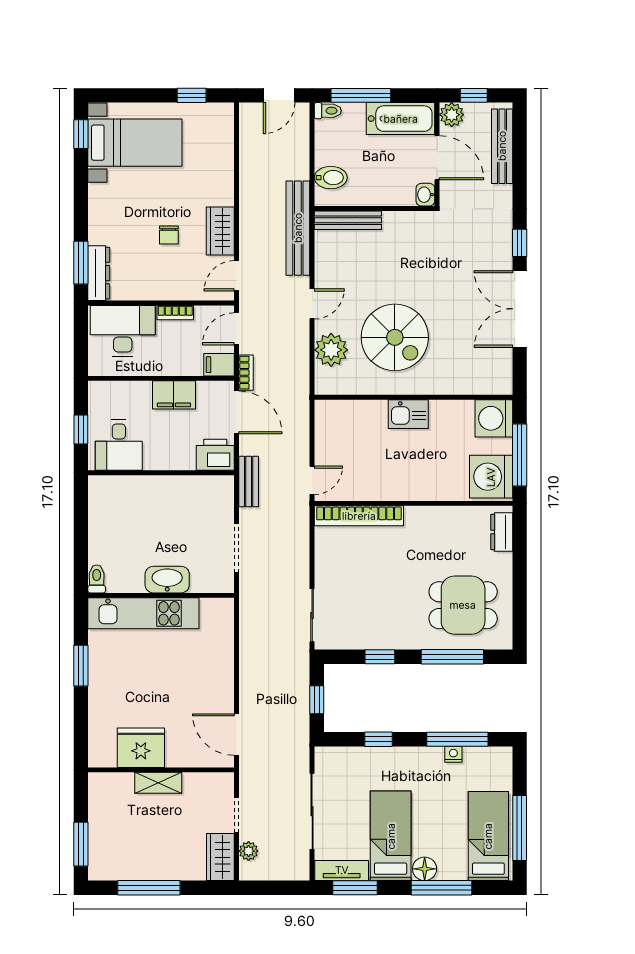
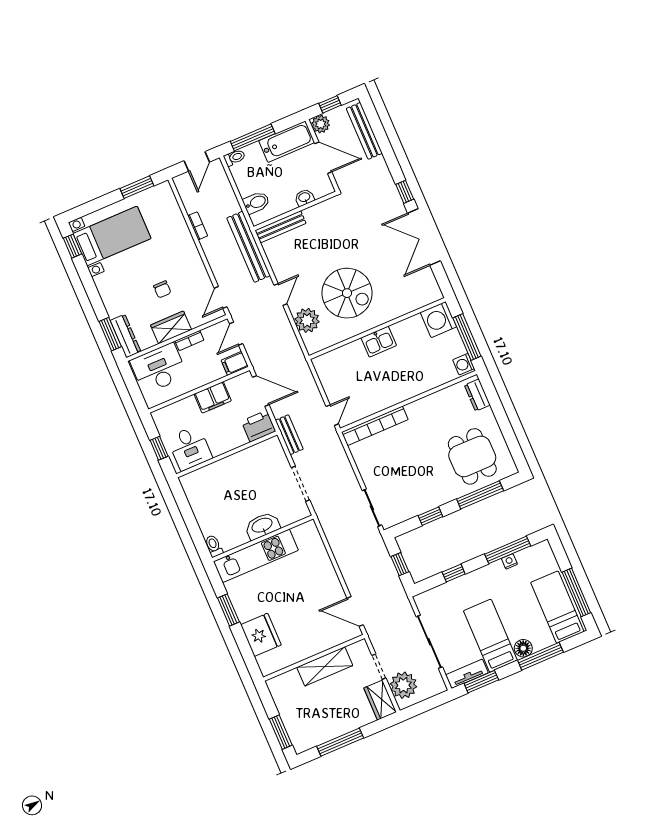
window: (192, 95) -> (137, 187), width x1.50
washbasin: (425, 195) -> (304, 198), moved, turned 90
wardrobe: (220, 231) -> (171, 327), moved, turned 90
bookcase: (246, 373) -> (198, 226), moved
washing machine: (491, 477) -> (464, 364), width x0.53, depth x0.53
dining table: (463, 605) -> (472, 456), turned 90
fridge: (141, 748) -> (261, 635), moved, turned 90
shelving: (158, 783) -> (325, 666), width x1.50, depth x1.33
plant: (249, 851) -> (403, 685), width x1.88, depth x1.88

